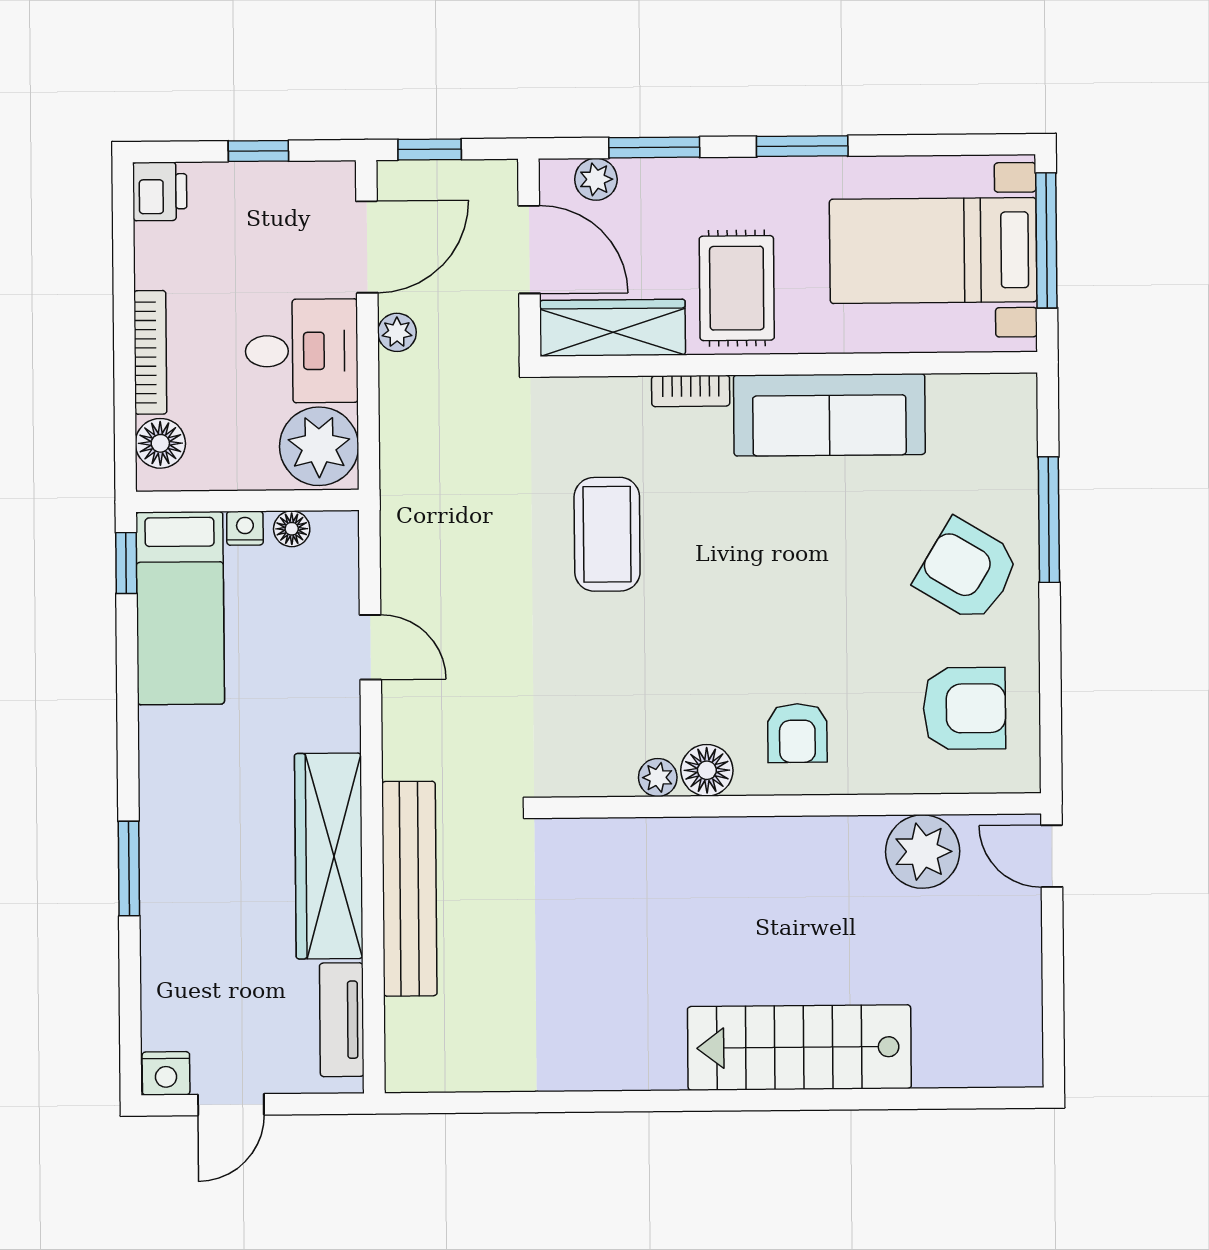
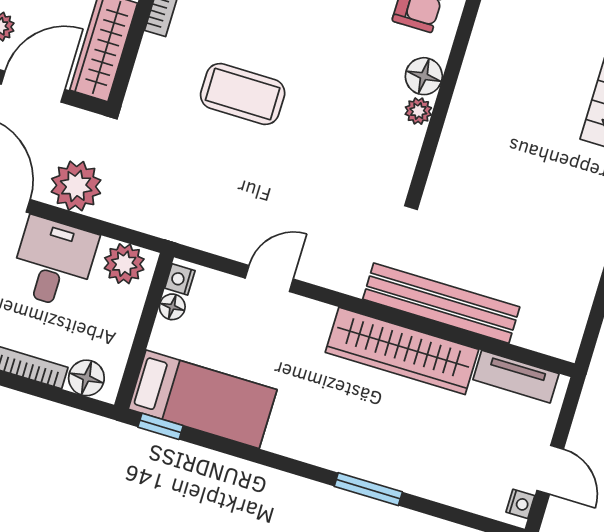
plant: (397, 332) -> (76, 186), width x1.87, depth x1.87
plant: (319, 446) -> (124, 264), width x0.73, depth x0.73
nightstand: (245, 528) -> (180, 279), moved
nightstand: (166, 1073) -> (520, 504), width x0.72, depth x0.74

